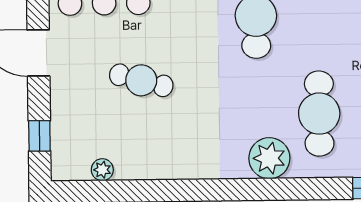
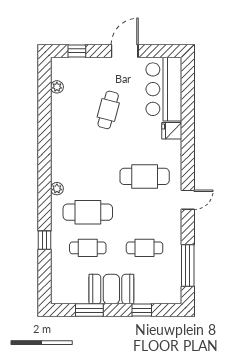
plant: (269, 158) -> (57, 189), width x0.53, depth x0.53

